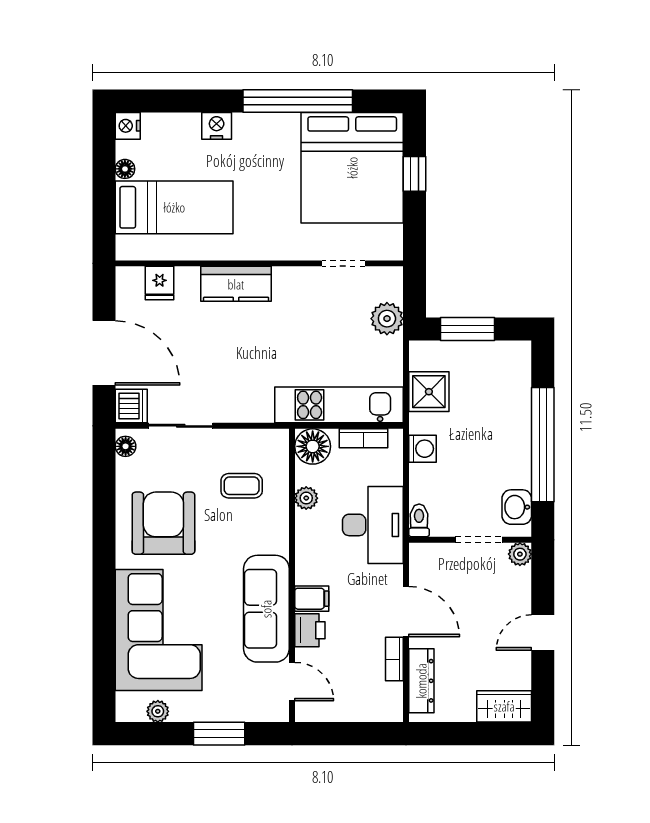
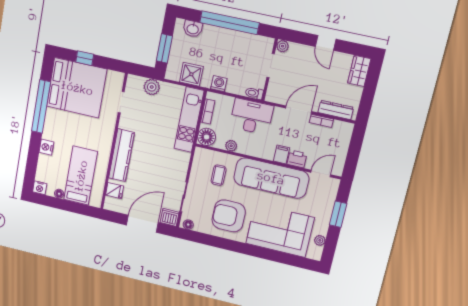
kitchen counter: (236, 284) -> (121, 155), width x1.50
washbasin: (517, 507) -> (193, 29), moved
sofa: (266, 609) -> (271, 178), width x1.36, depth x1.27

